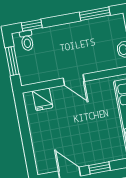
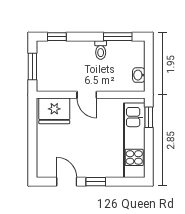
toilet: (27, 41) -> (101, 50), moved
fridge: (43, 99) -> (54, 111), width x1.88, depth x1.34

